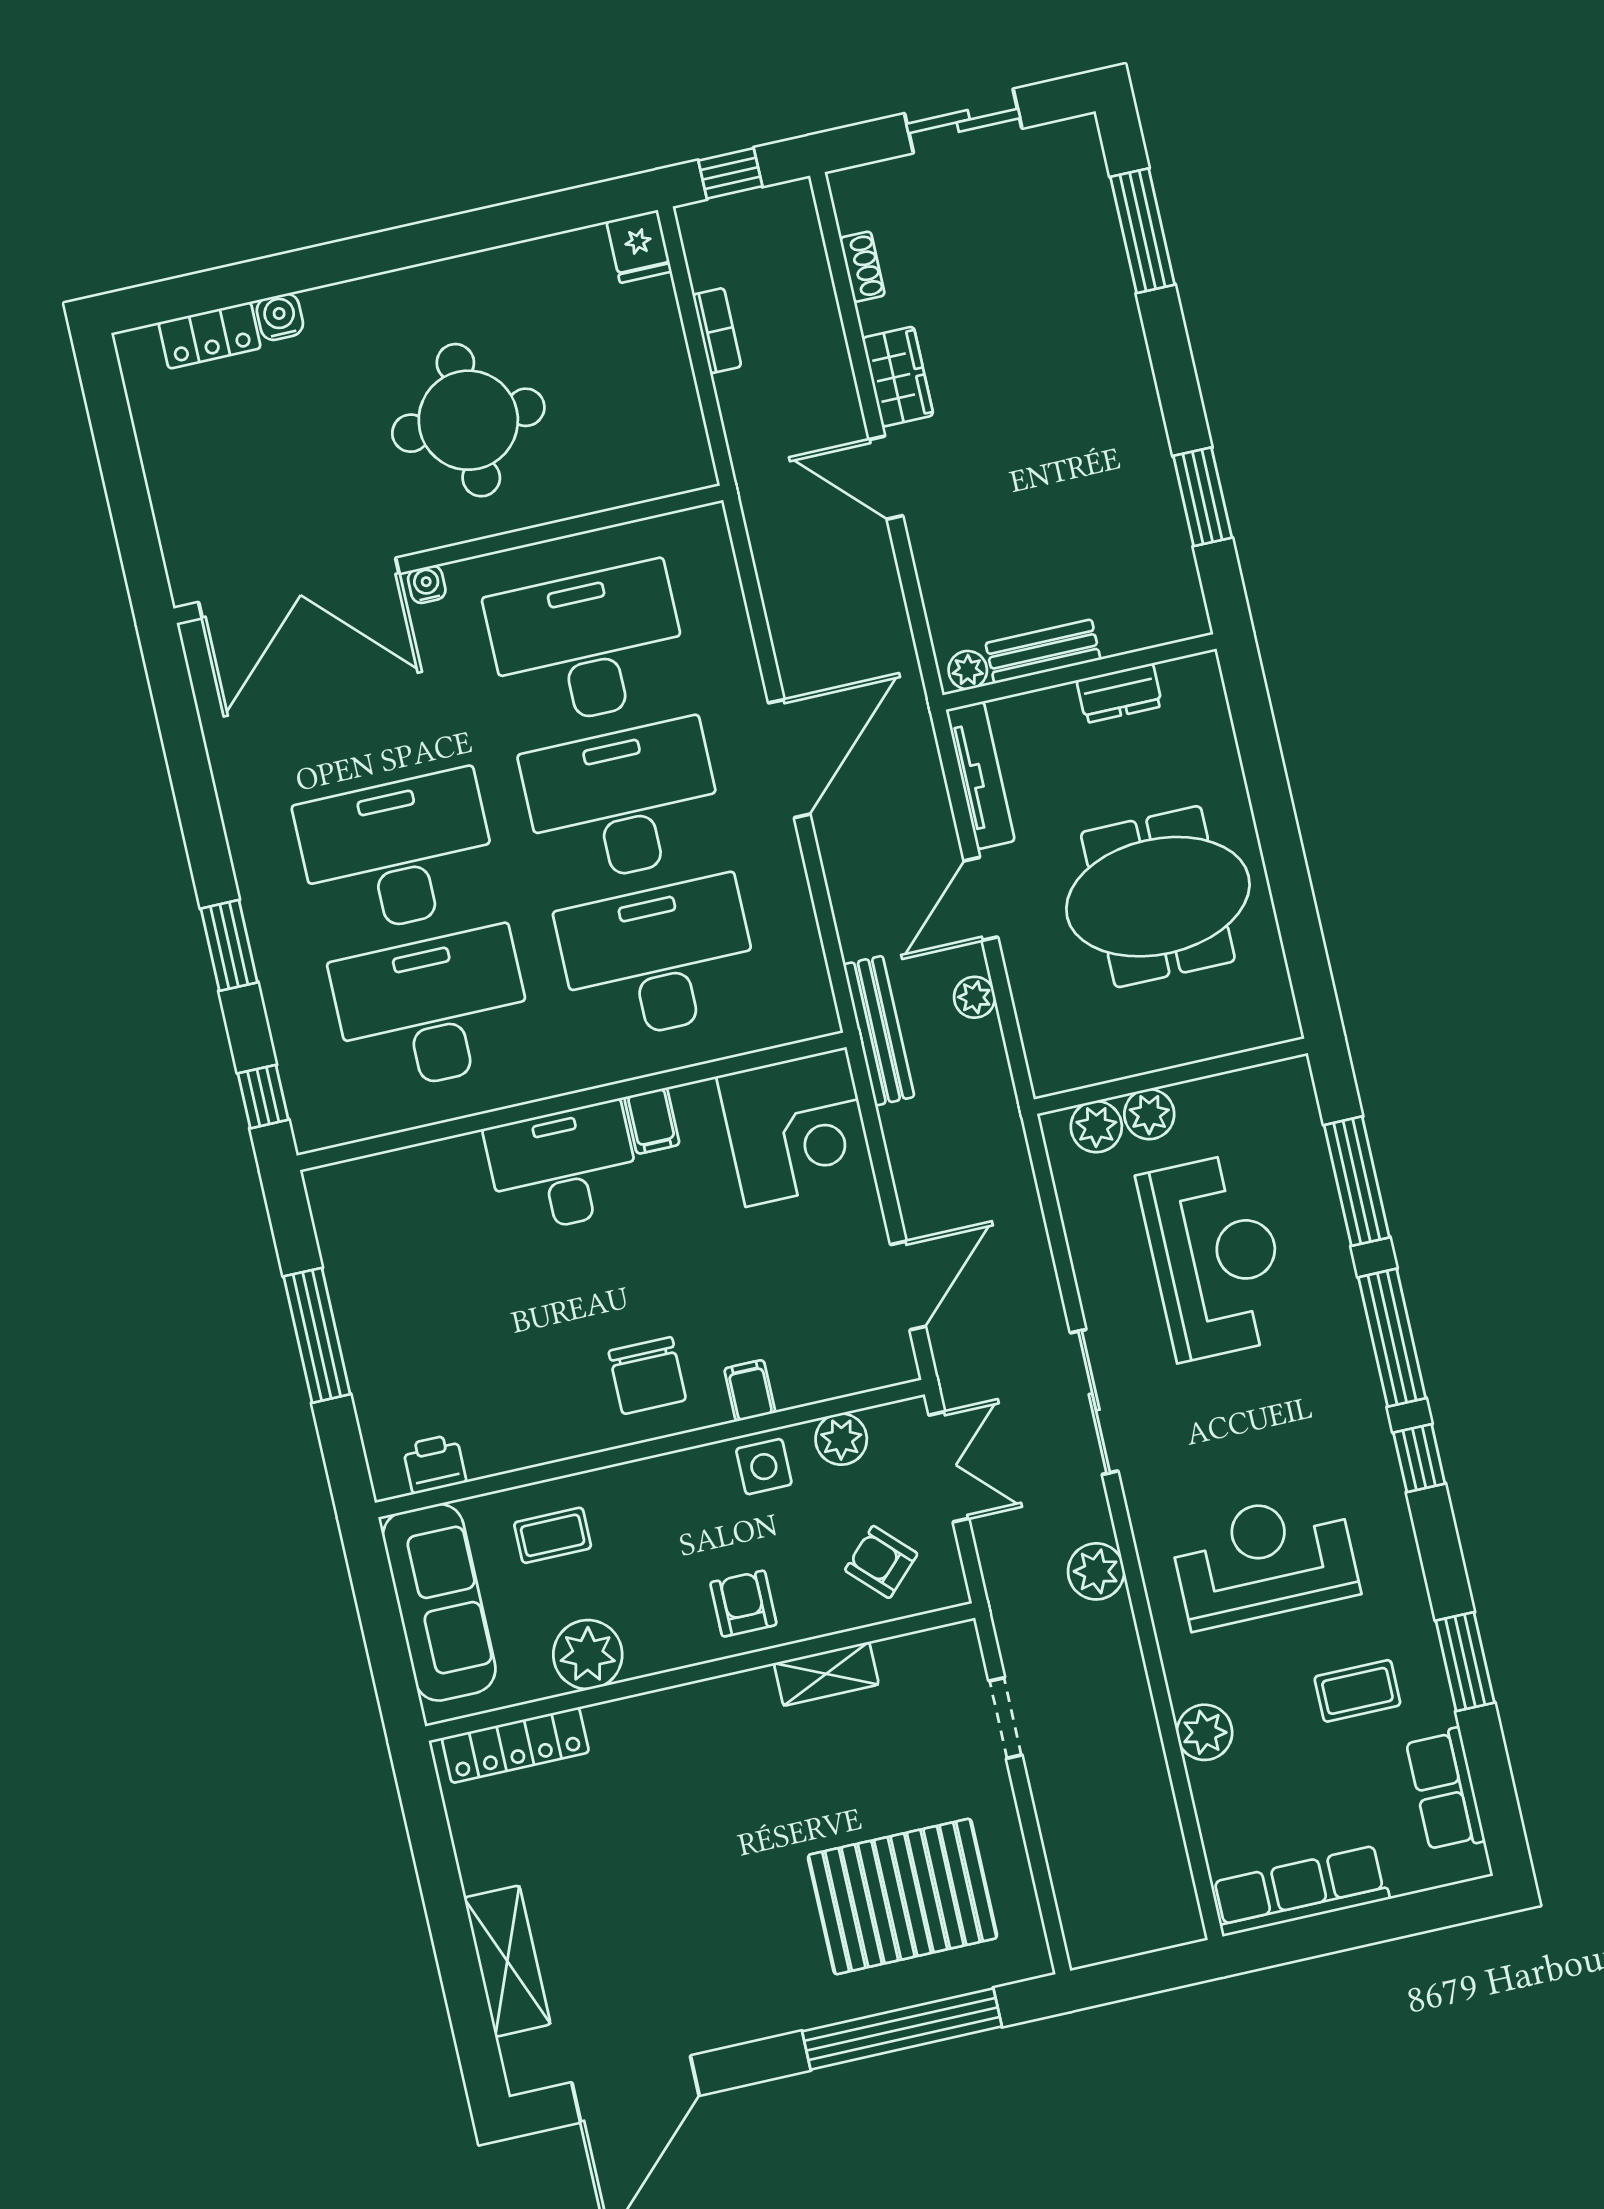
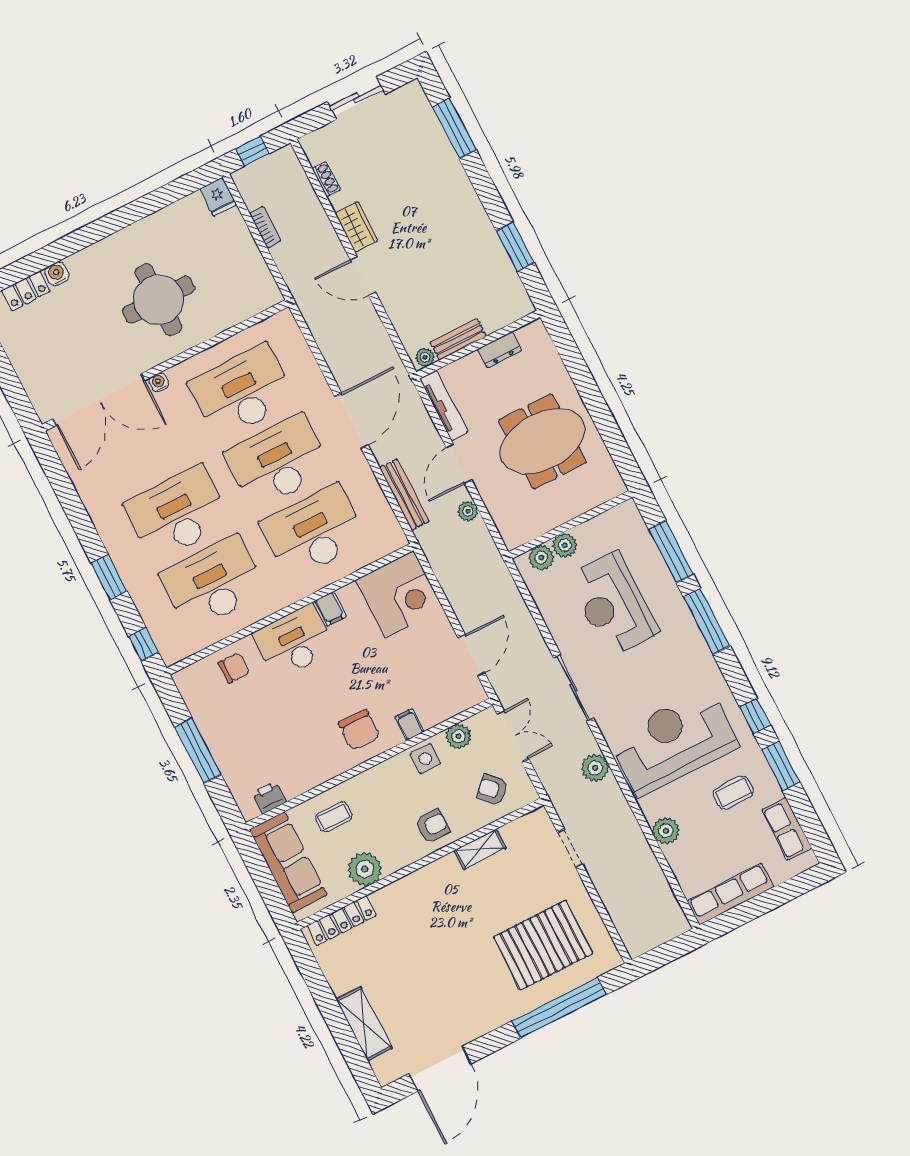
bench: (879, 1031) -> (404, 495), moved
chair: (430, 1189) -> (234, 668), added
reception desk: (1215, 1256) -> (613, 604), turned 180
window: (1419, 1458) -> (755, 716), moved
reception desk: (1264, 1560) -> (673, 742), width x1.36, depth x1.30
armchair: (743, 1604) -> (432, 826), turned 90

